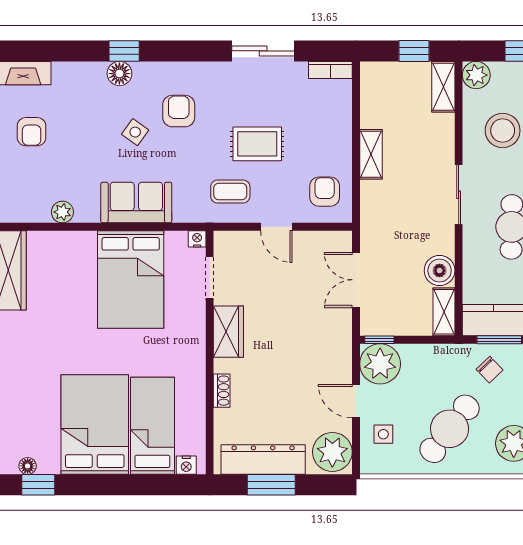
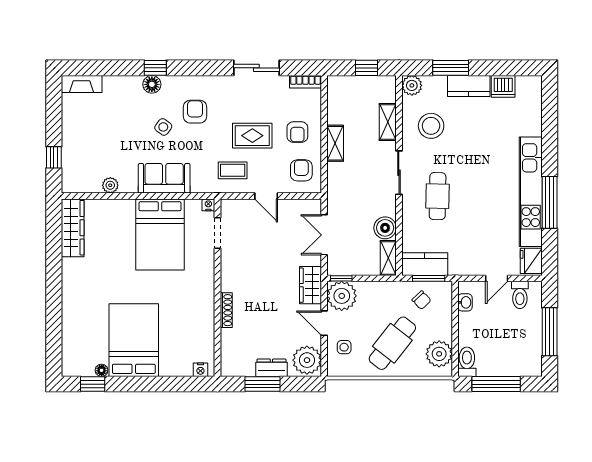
shelving: (443, 87) -> (388, 122), moved
armchair: (32, 132) -> (297, 132), moved
wardrobe: (228, 332) -> (310, 285), moved, turned 180
shoe rack: (222, 391) -> (226, 310), width x1.43
bed: (152, 426) -> (176, 341), removed
dresser: (263, 460) -> (271, 368), width x0.51, depth x0.80
floor lamp: (28, 466) -> (102, 370), moved

